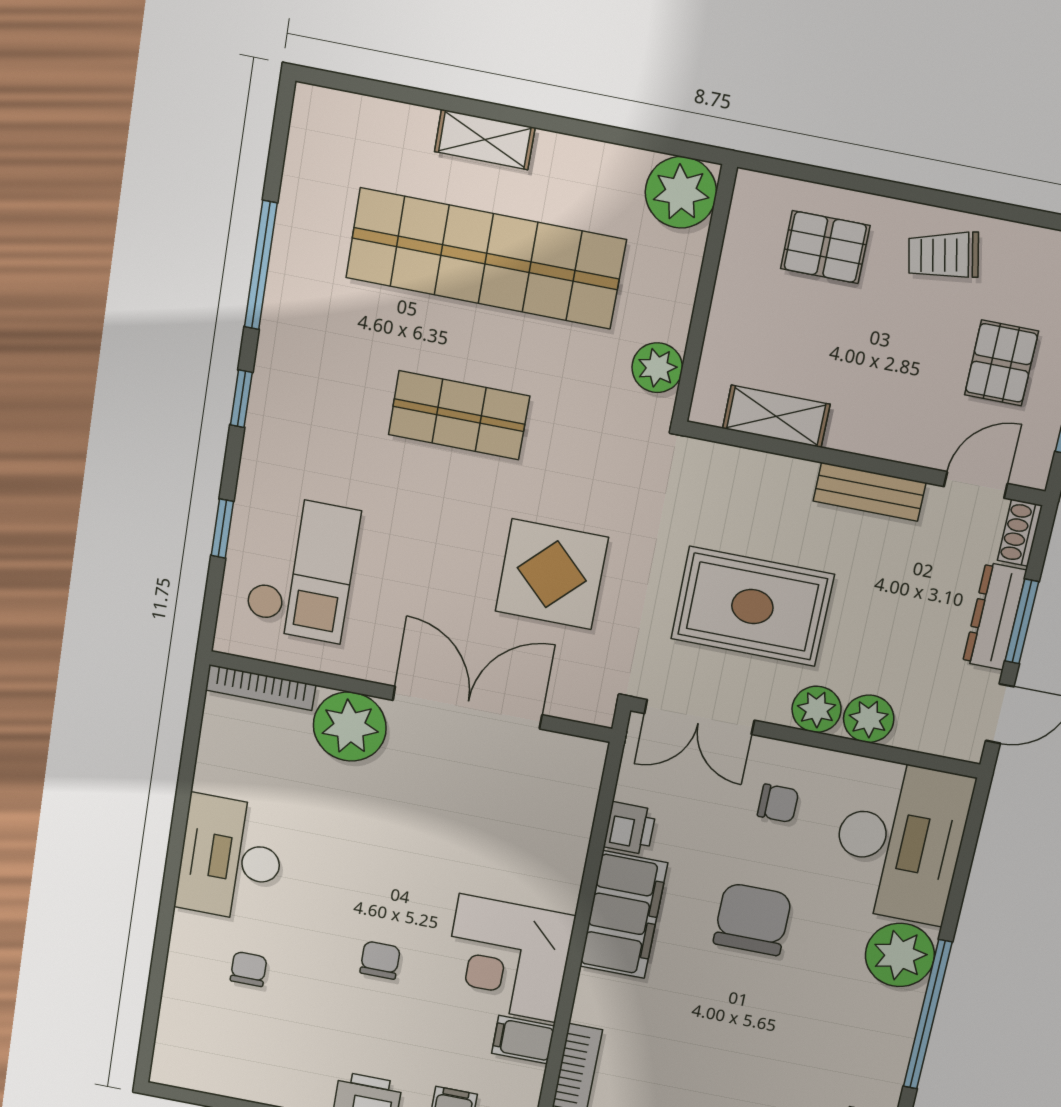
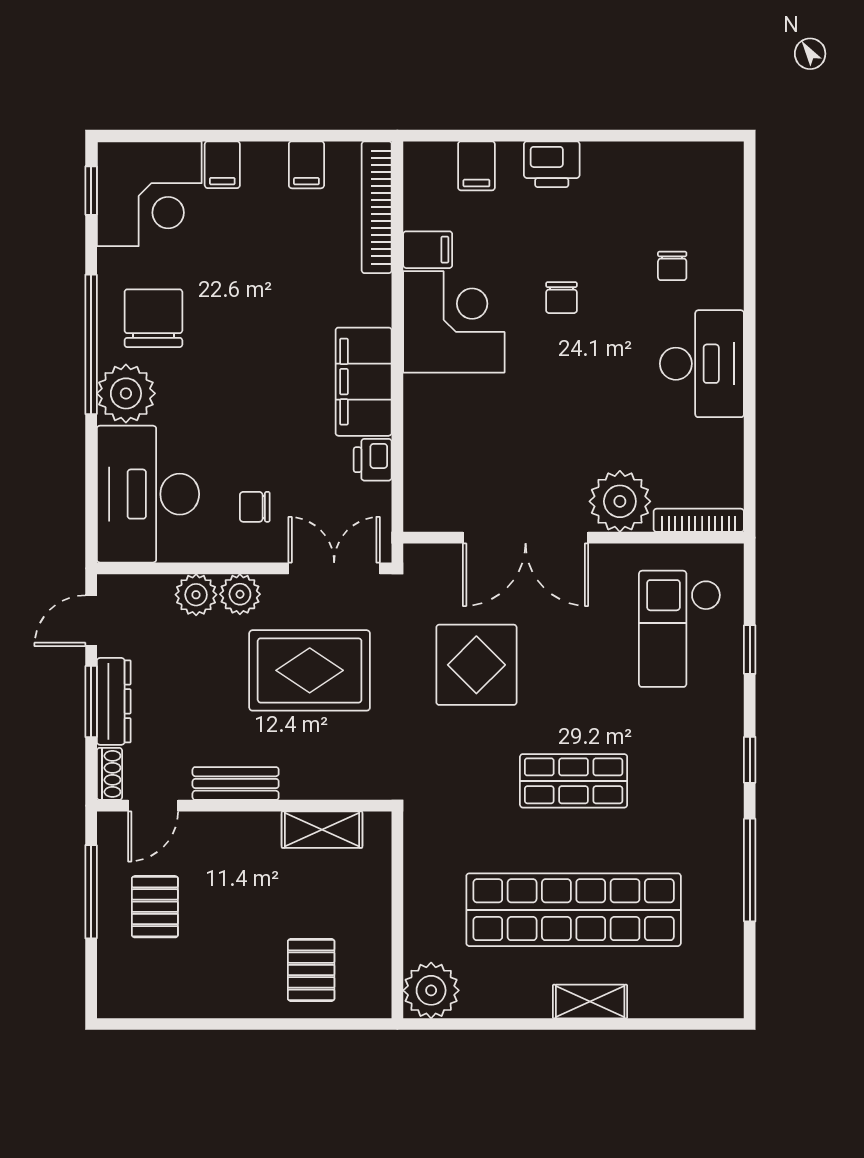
pallet: (825, 247) -> (311, 970), turned 90
trolley: (944, 255) -> (218, 982), removed
plant: (657, 368) -> (423, 850), removed
chair: (753, 919) -> (153, 318), moved, turned 180

